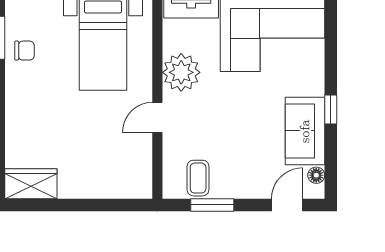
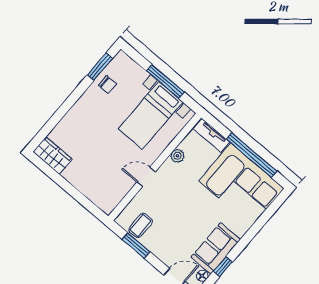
plant: (181, 72) -> (177, 156), width x0.53, depth x0.53
window: (331, 110) -> (223, 267), moved

